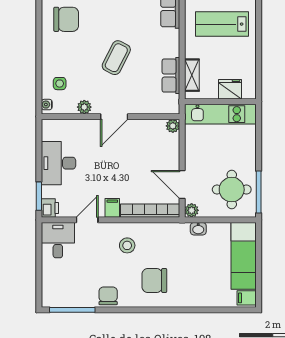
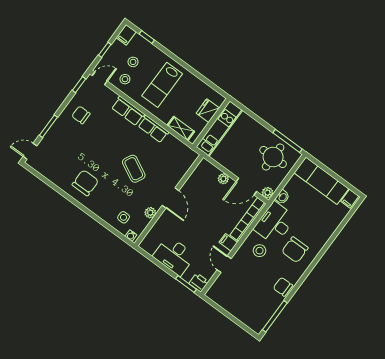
row of seats: (171, 76) -> (153, 129), moved
plant: (173, 126) -> (223, 179), moved
desk: (58, 240) -> (275, 223), moved, width x1.37

